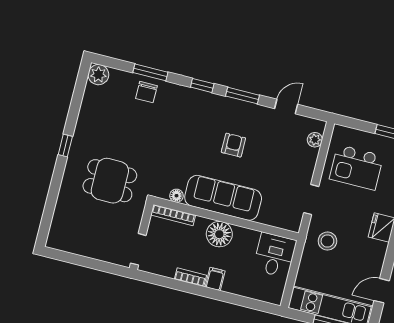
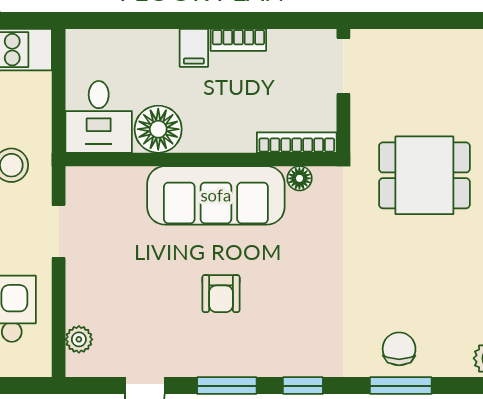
floor lamp: (219, 234) -> (158, 129), moved

